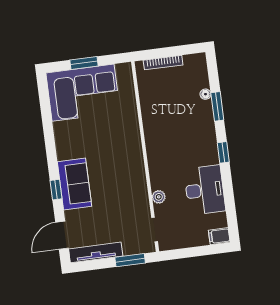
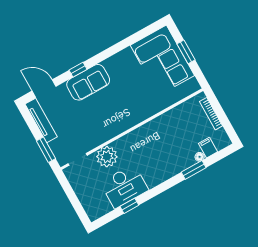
window: (223, 152) -> (129, 206), moved
plant: (159, 197) -> (107, 157), width x1.88, depth x1.88
filing cabinet: (219, 236) -> (208, 148), moved

